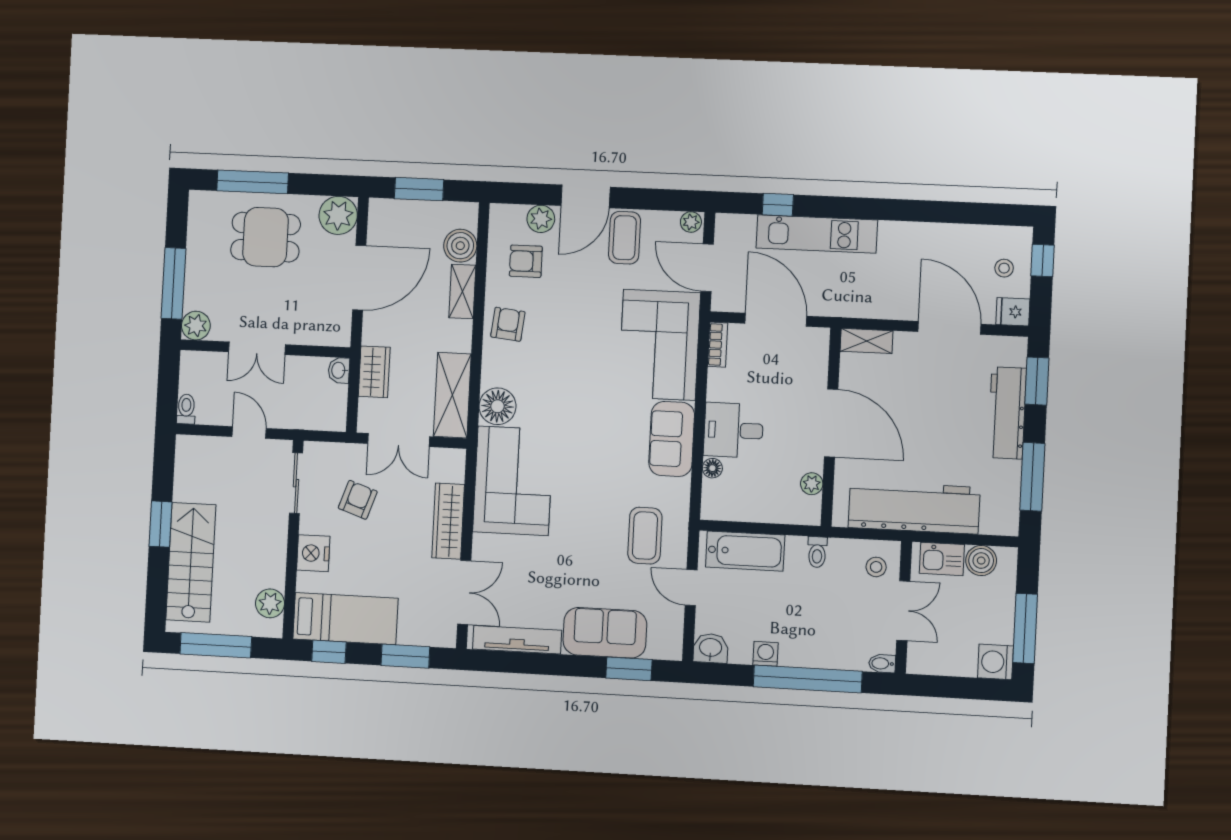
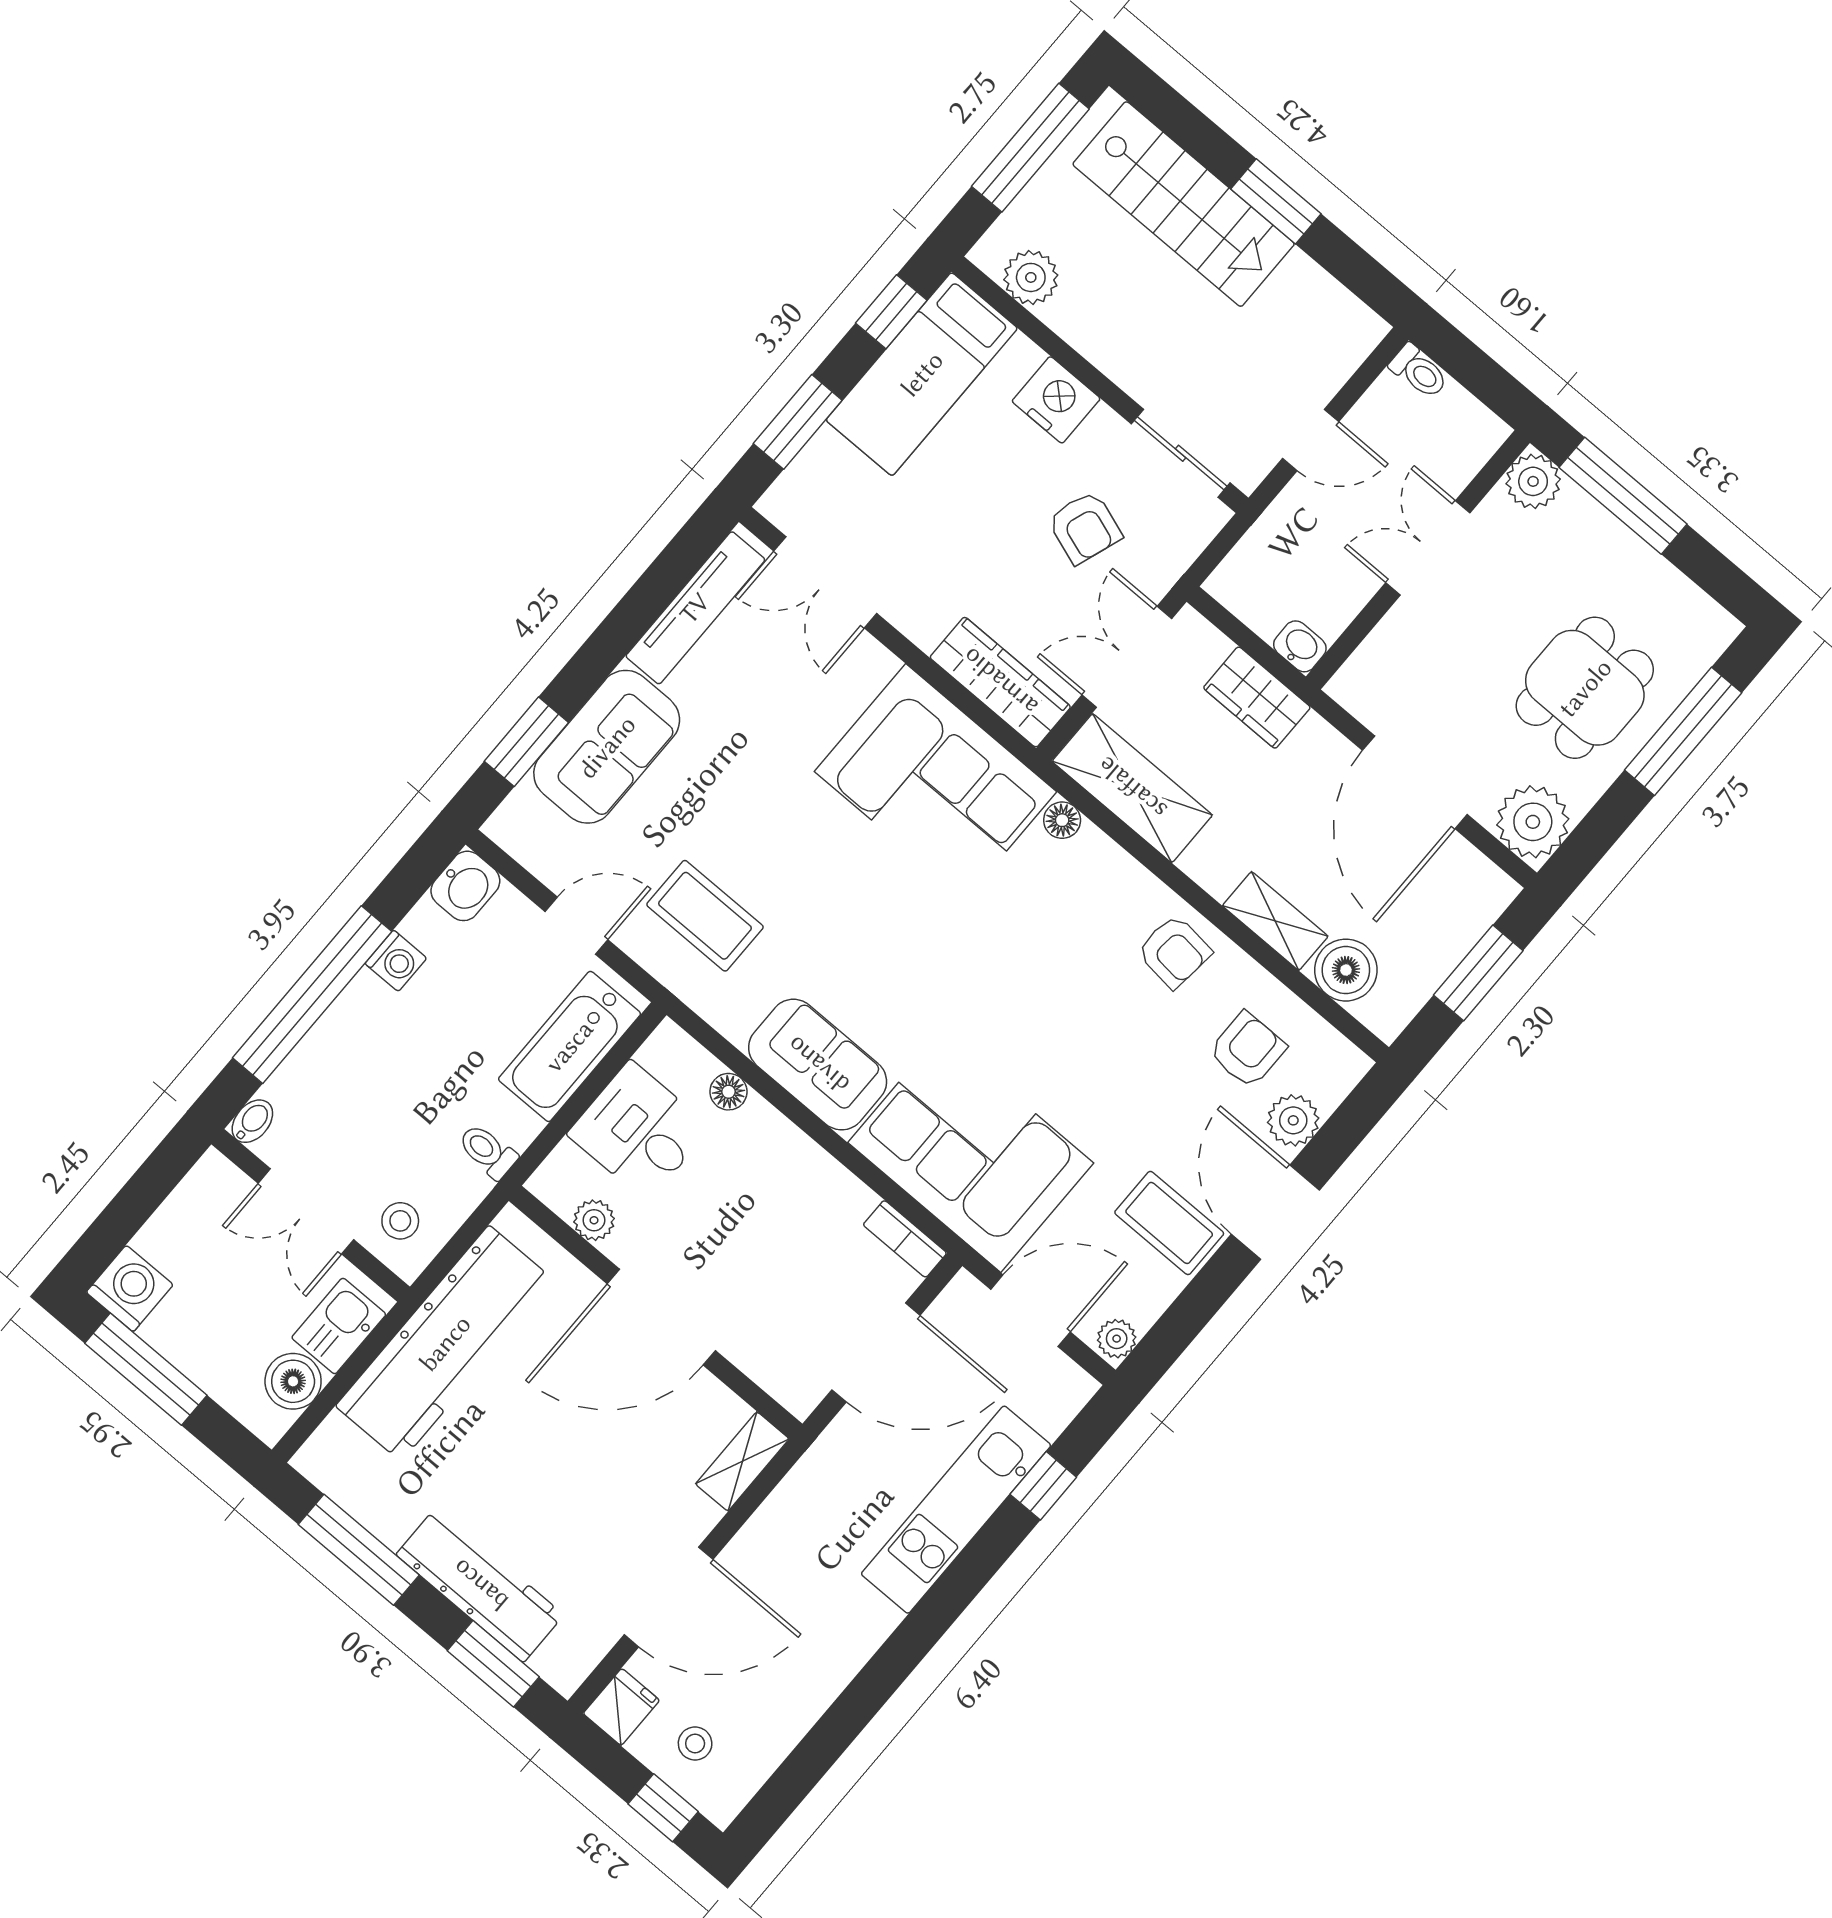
floor lamp: (497, 406) -> (1062, 820), width x0.53, depth x0.53
desk: (733, 430) -> (639, 1131), moved, turned -90
wardrobe: (448, 521) -> (1000, 682), moved

